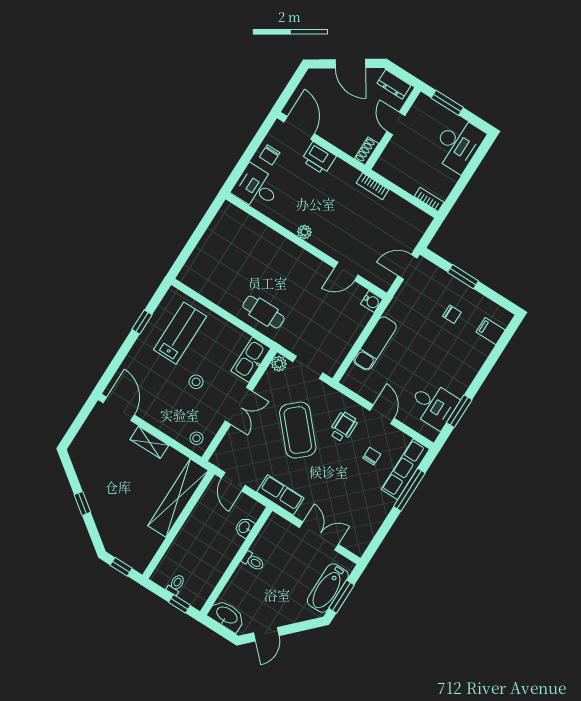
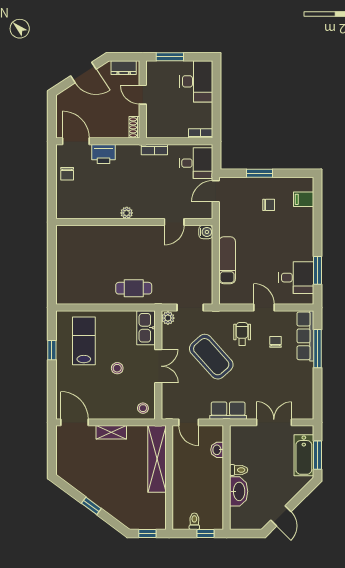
desk: (256, 188) -> (196, 163), moved, turned 180
washbasin: (227, 616) -> (239, 491), moved, turned 90

